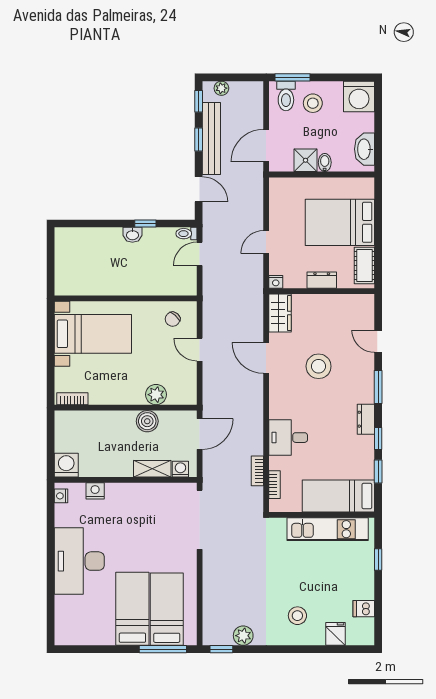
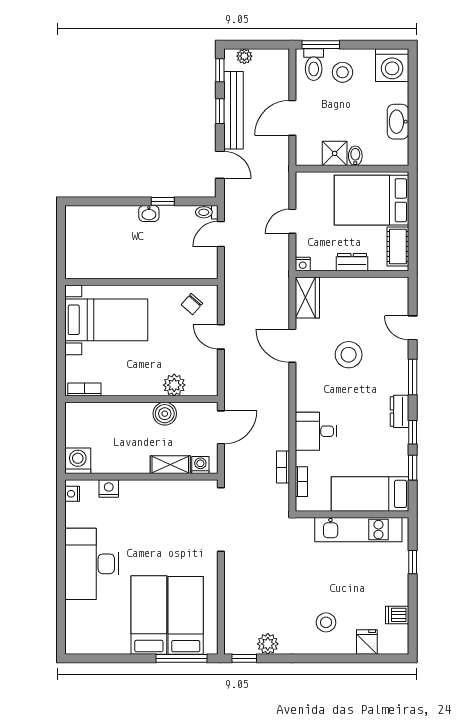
shower: (306, 160) -> (335, 153), moved
bidet: (325, 162) -> (355, 156), moved
wall: (322, 174) -> (352, 169), moved

